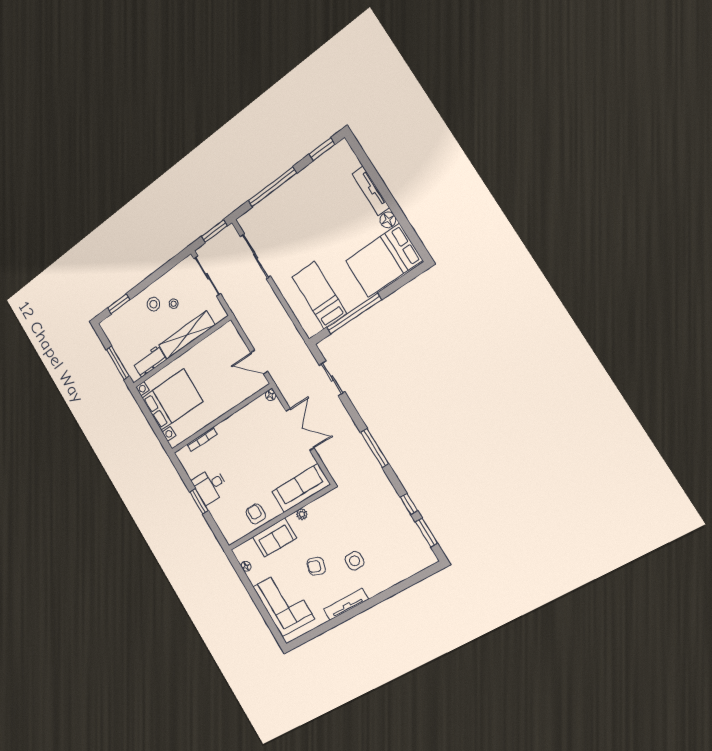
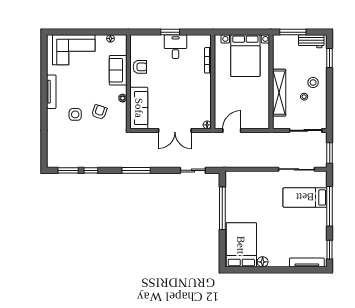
tv unit: (371, 191) -> (307, 263), moved
bed: (319, 295) -> (305, 197), moved, turned 180
workbench: (150, 361) -> (311, 41), moved, turned 90
armchair: (316, 566) -> (99, 112), moved

